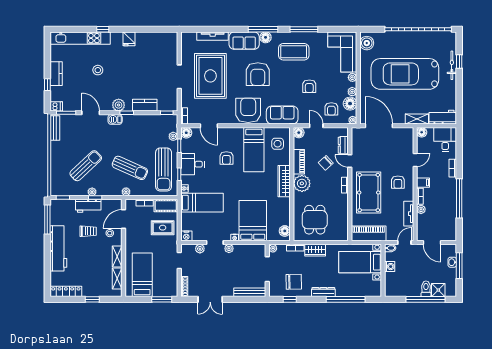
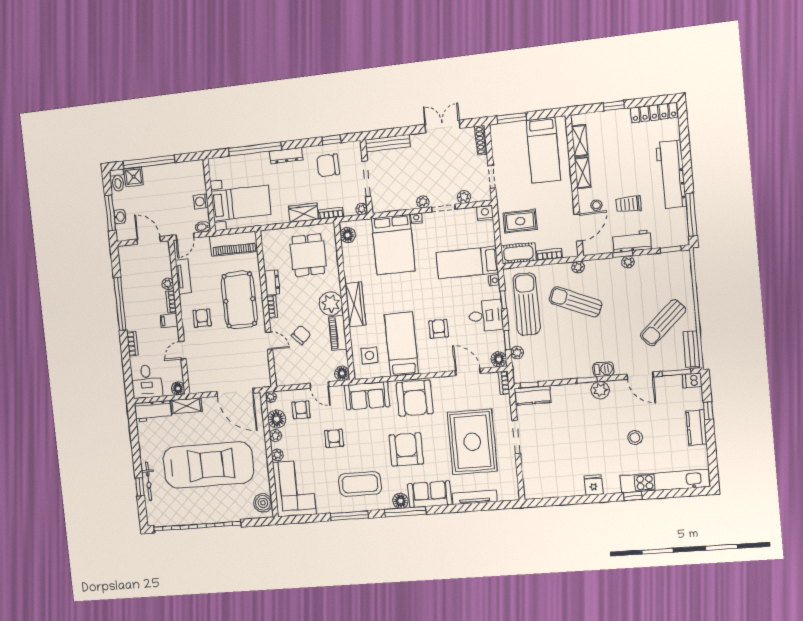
kitchen counter: (145, 105) -> (533, 395), moved
dresser: (343, 145) -> (272, 282), moved
sun lounger: (86, 166) -> (663, 323), moved
toilet: (426, 289) -> (118, 180), moved

